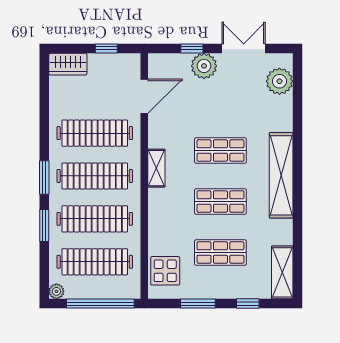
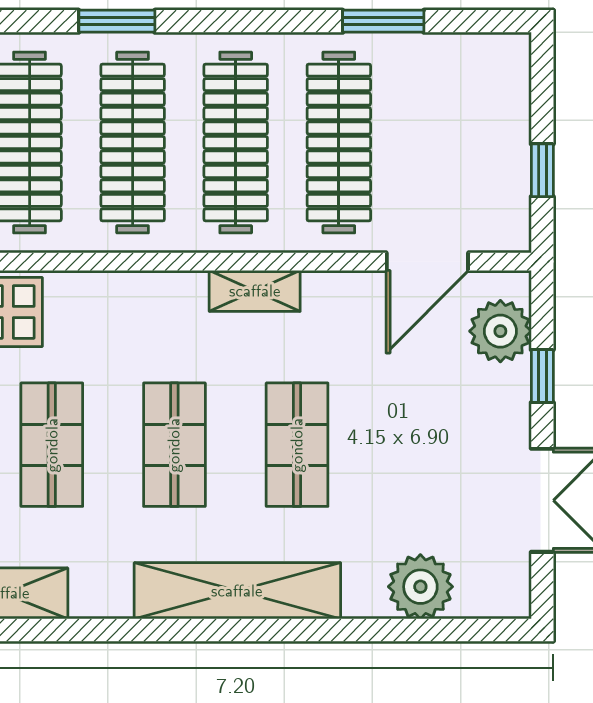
wardrobe: (68, 64) -> (505, 78), removed
plant: (204, 66) -> (500, 331), moved
plant: (279, 81) -> (420, 587), moved
door: (144, 96) -> (427, 262), hinge flipped
window: (44, 178) -> (383, 21), moved

